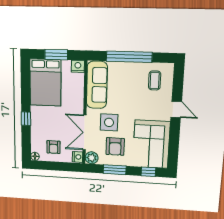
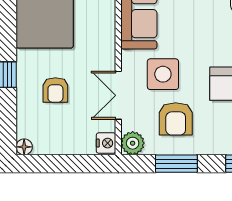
double door: (84, 132) -> (118, 95), width x0.73
armchair: (53, 147) -> (55, 90), moved

